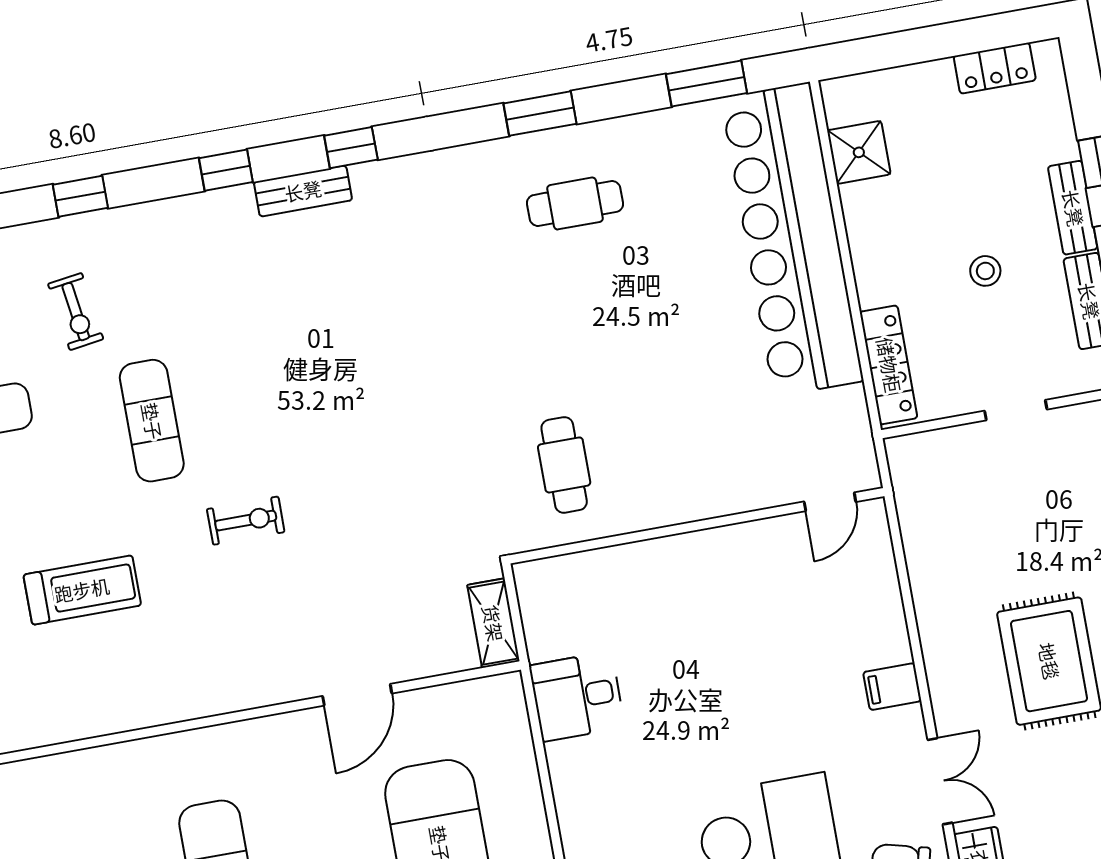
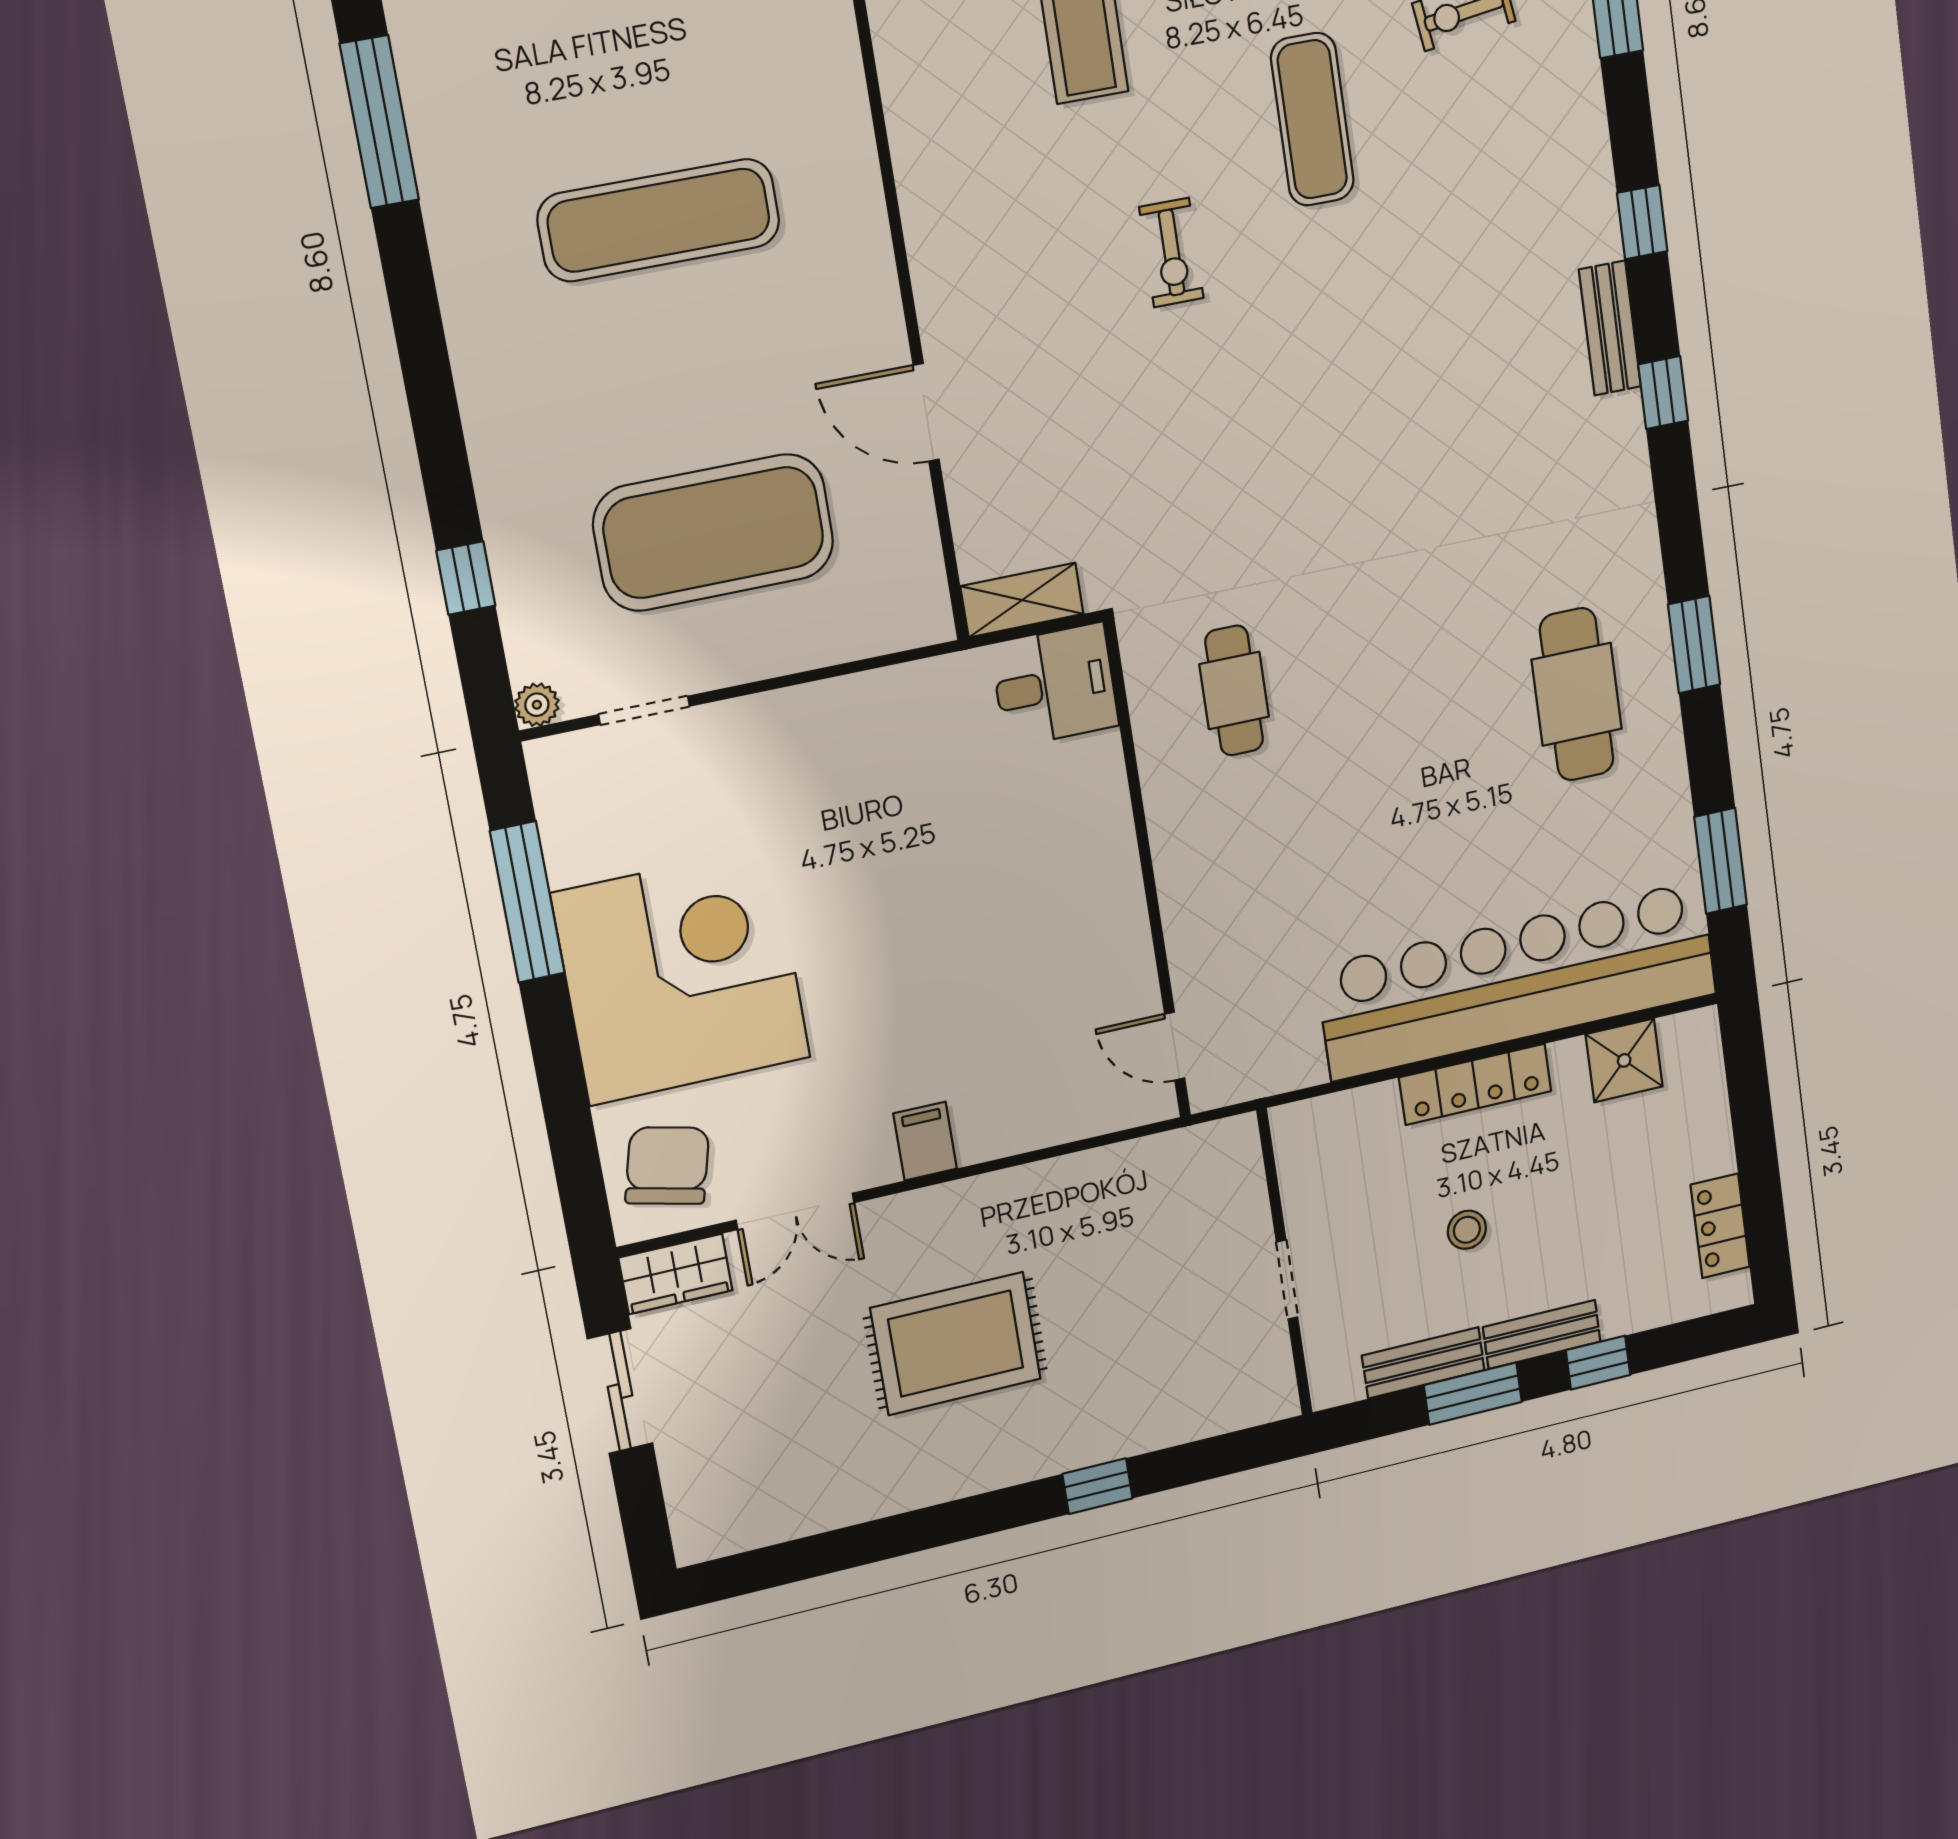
cafe table: (575, 203) -> (1577, 694), width x1.37, depth x1.35
locker: (889, 365) -> (1475, 1084), moved
exercise mat: (152, 421) -> (1312, 119), turned 90
cafe table: (564, 465) -> (1234, 690), turned 90
desk: (577, 696) -> (1055, 685), moved, turned 90

